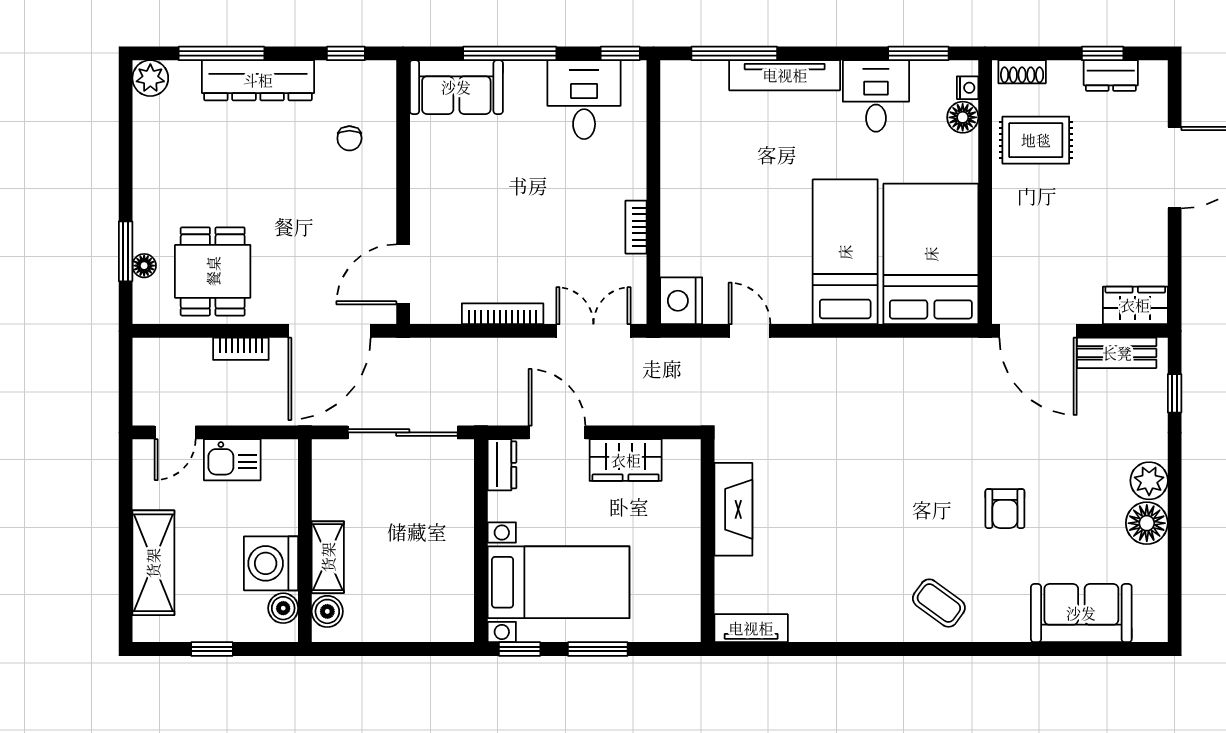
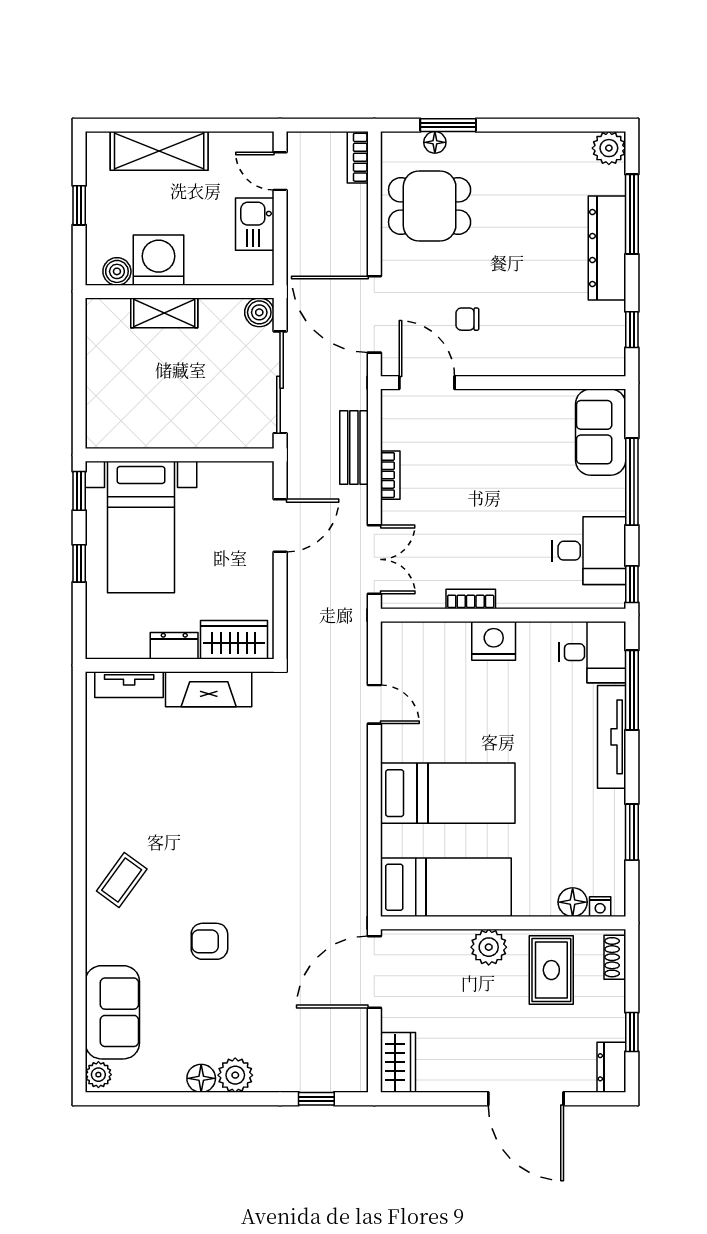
window: (918, 53) -> (632, 832), moved
dresser: (1111, 76) -> (611, 1067), moved
desk: (876, 96) -> (592, 652), moved
chair: (349, 138) -> (467, 319), moved
plant: (1011, 208) -> (489, 947), added
bed: (931, 254) -> (446, 887), width x0.67
nightstand: (681, 301) -> (494, 641), moved
bookcase: (503, 314) -> (390, 475), width x0.64
door: (750, 331) -> (374, 704), hinge flipped
bookcase: (241, 349) -> (358, 157), moved
bench: (1117, 353) -> (354, 447), moved
wardrobe: (626, 460) -> (234, 640), moved, turned 90
dresser: (502, 465) -> (174, 646), moved, turned 180
floor lamp: (1147, 523) -> (201, 1078), width x0.73, depth x0.73
boiler: (327, 611) -> (259, 312), moved
tv unit: (751, 628) -> (129, 685), moved, turned 90
plant: (1148, 628) -> (98, 1075), added
window: (598, 649) -> (79, 563), width x0.67

